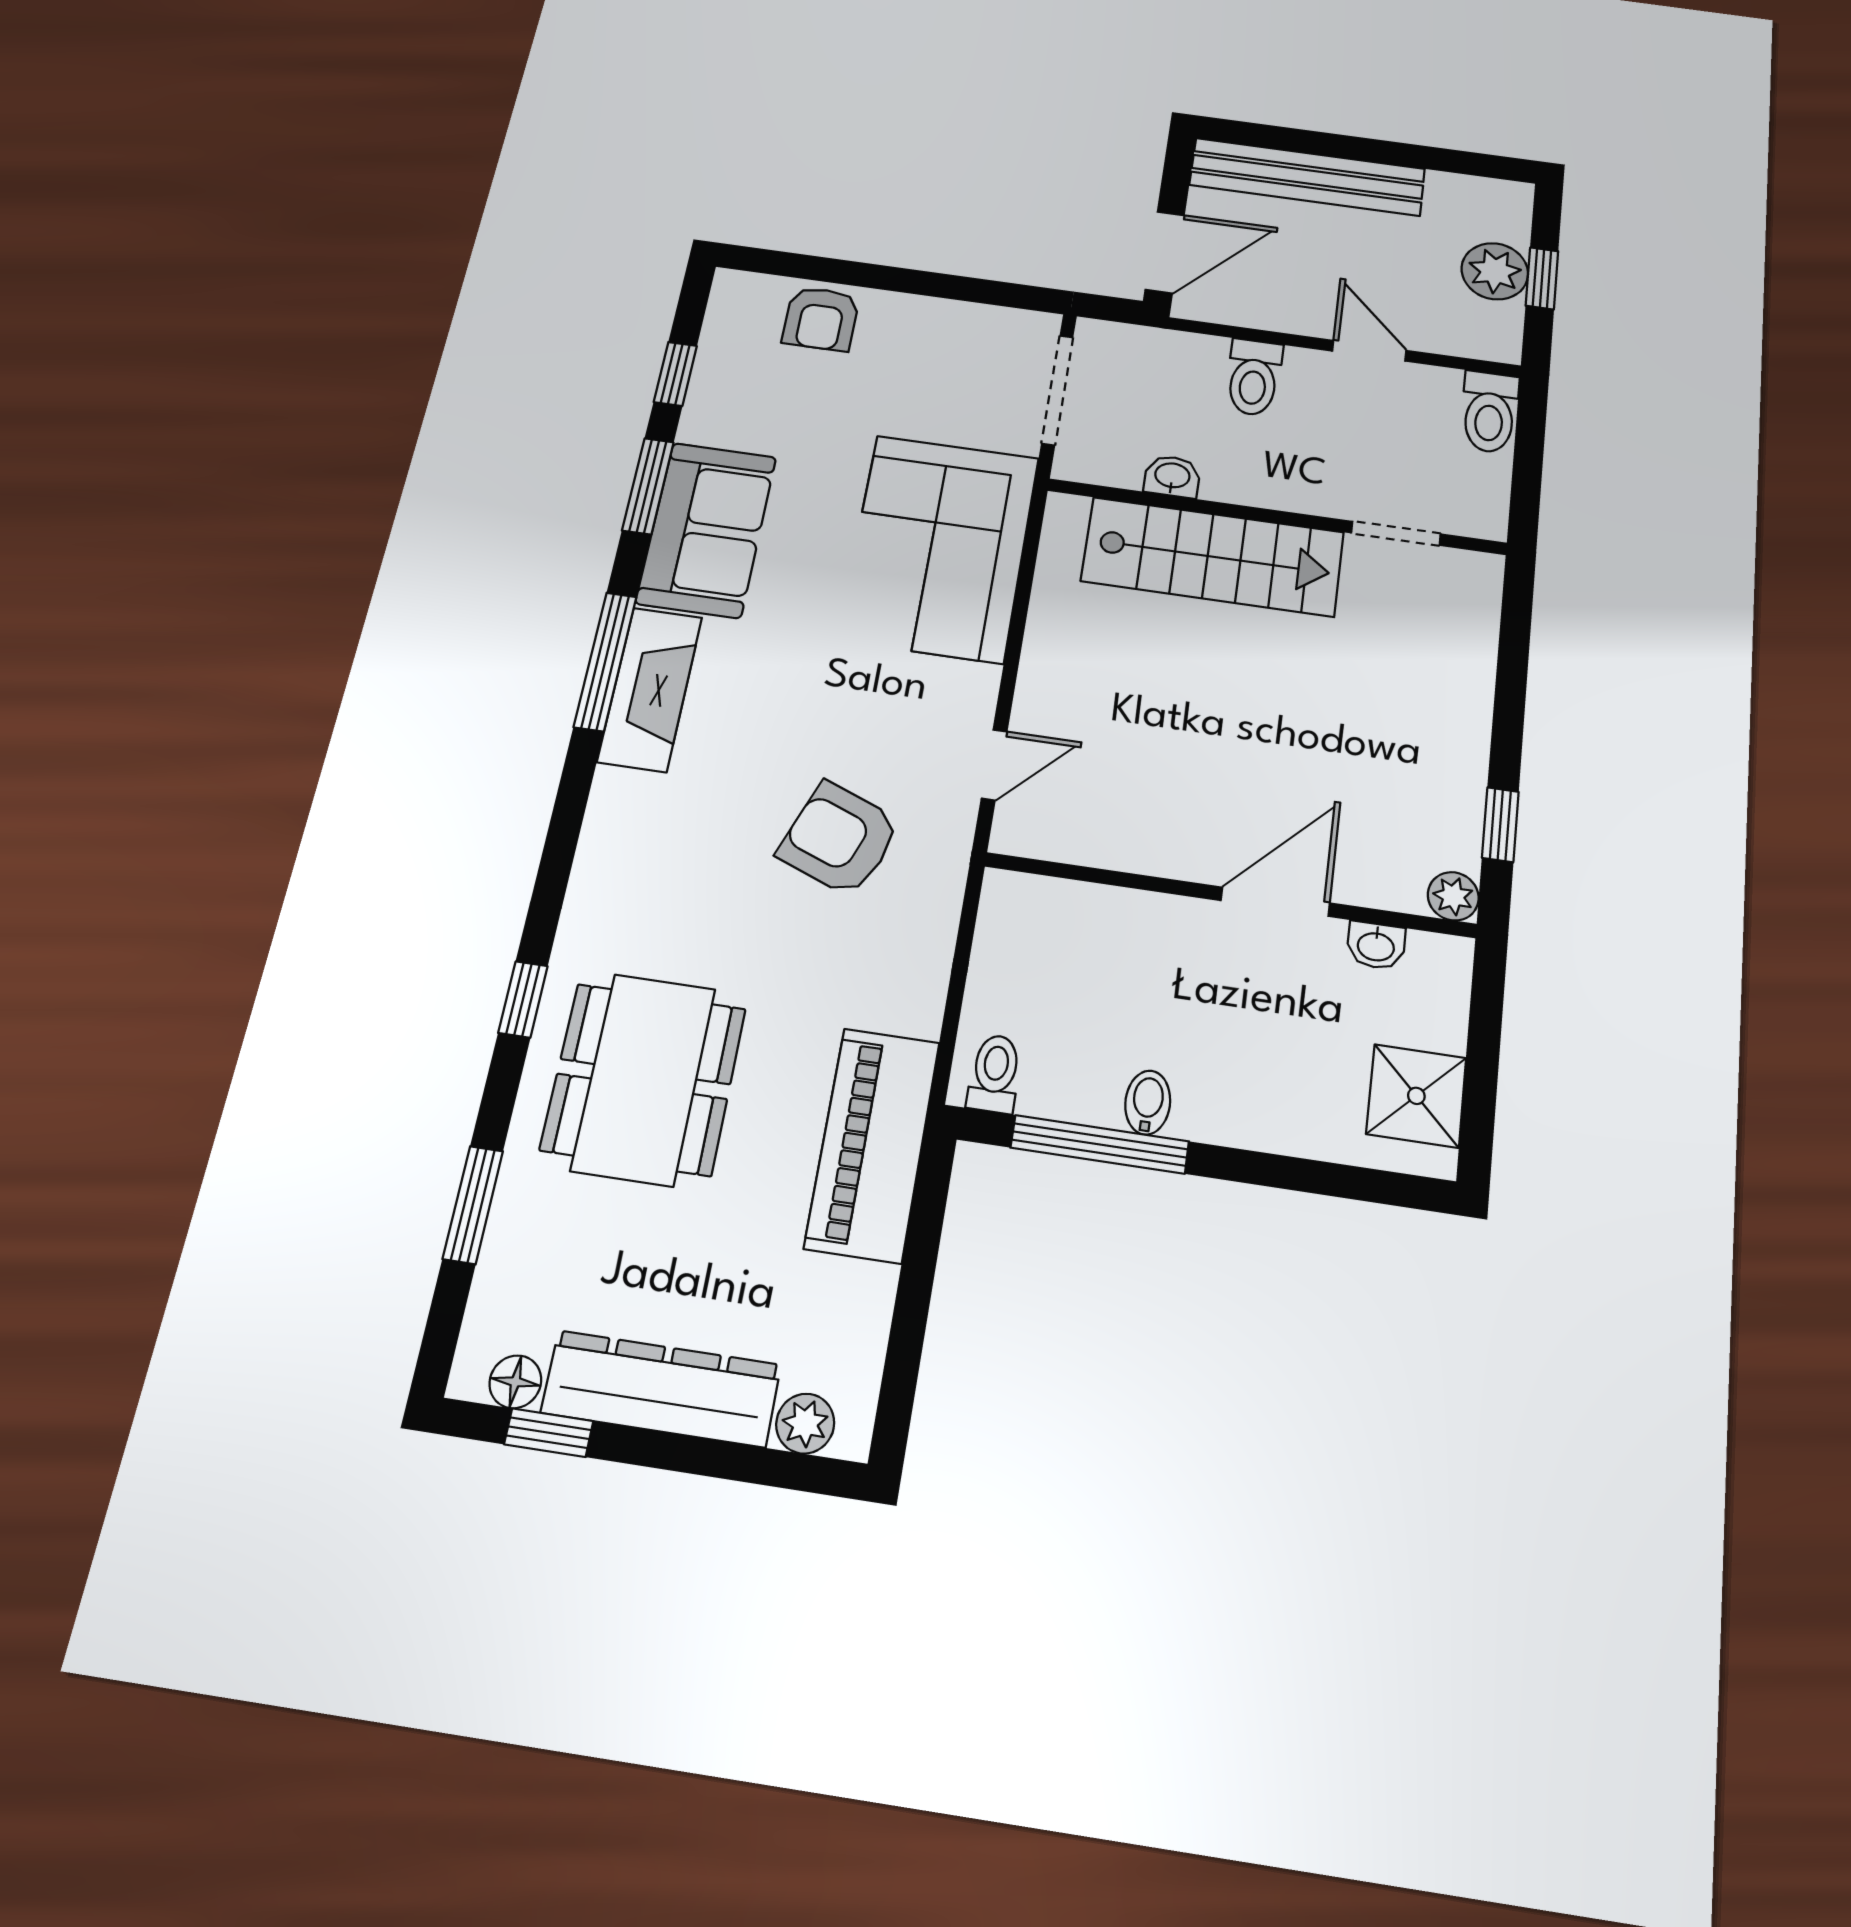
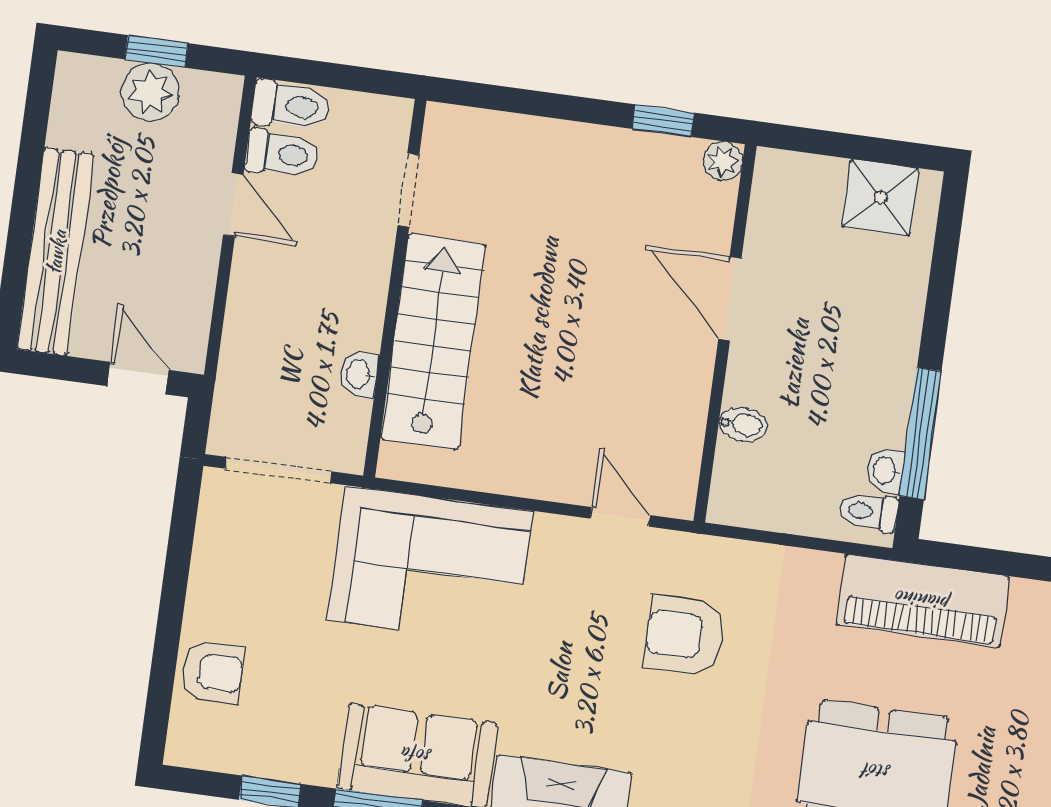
door: (1165, 252) -> (138, 378), width x0.73
door: (1369, 351) -> (233, 205), swing flipped
toilet: (1254, 377) -> (283, 154), moved
armchair: (839, 839) -> (684, 635), turned 69
washbasin: (1376, 946) -> (886, 471), moved, turned 180
bidet: (1148, 1103) -> (743, 425), moved, turned 180

